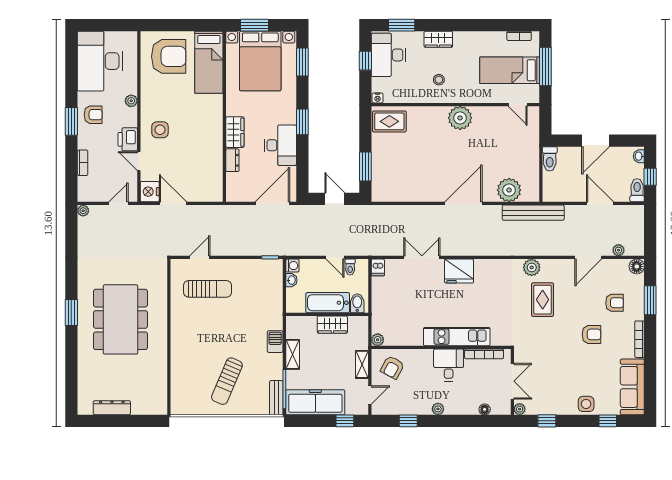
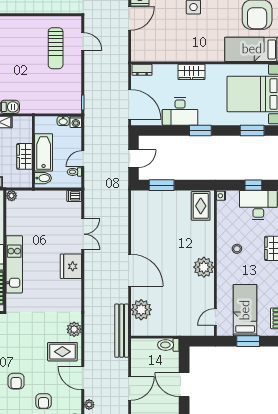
window: (545, 67) -> (248, 341), width x0.69
dresser: (232, 160) -> (142, 70), moved
rug: (543, 300) -> (62, 352), moved

